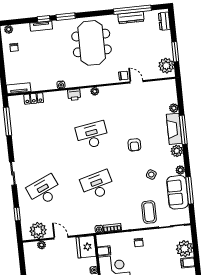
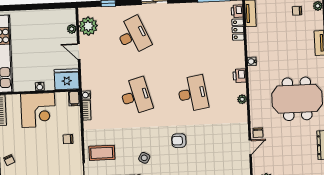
printer: (17, 100) -> (237, 11), added
door: (61, 238) -> (79, 52), swing flipped
filing cabinet: (104, 251) -> (74, 99), moved

